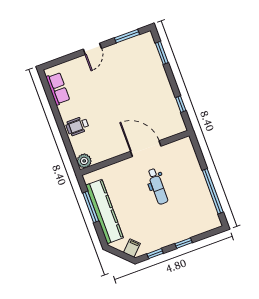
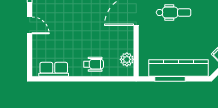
wheelchair: (77, 126) -> (93, 64), turned -90
plant: (84, 161) -> (127, 59), moved

